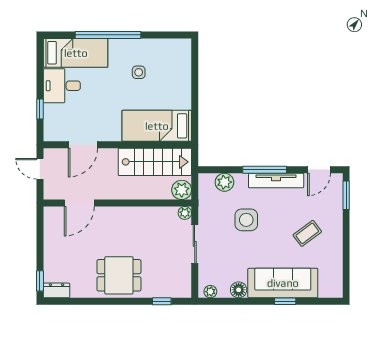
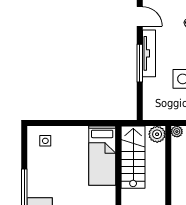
side table: (139, 72) -> (45, 141), moved
plant: (224, 182) -> (150, 98), removed

